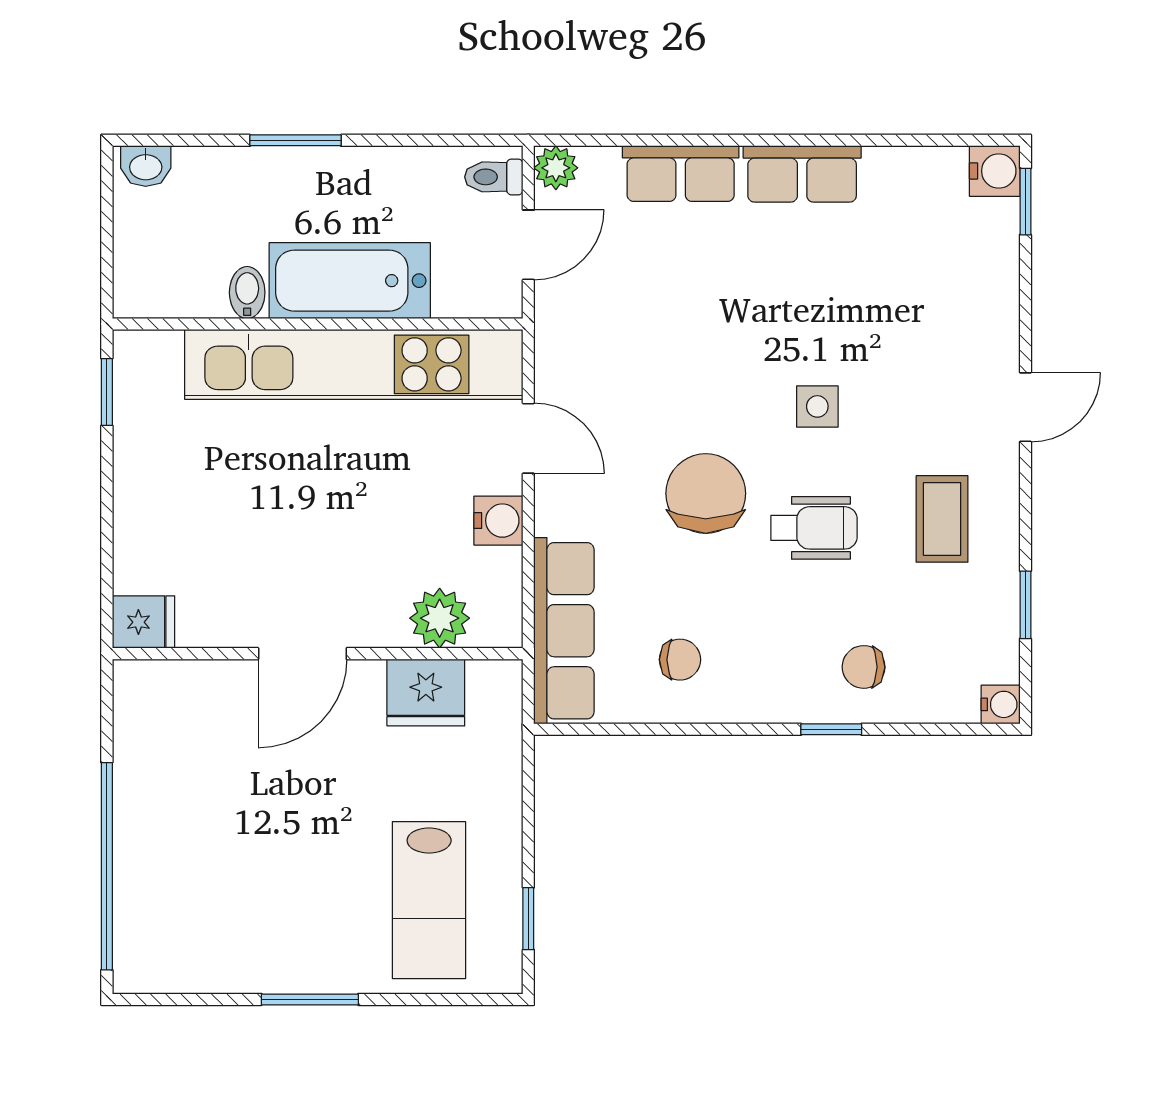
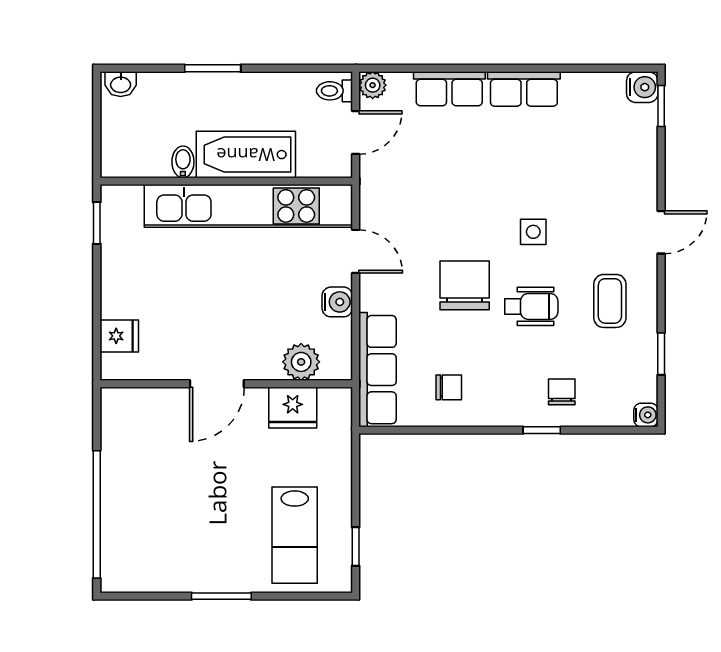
fridge: (143, 622) -> (119, 336), moved
chair: (864, 667) -> (562, 392), turned 89

